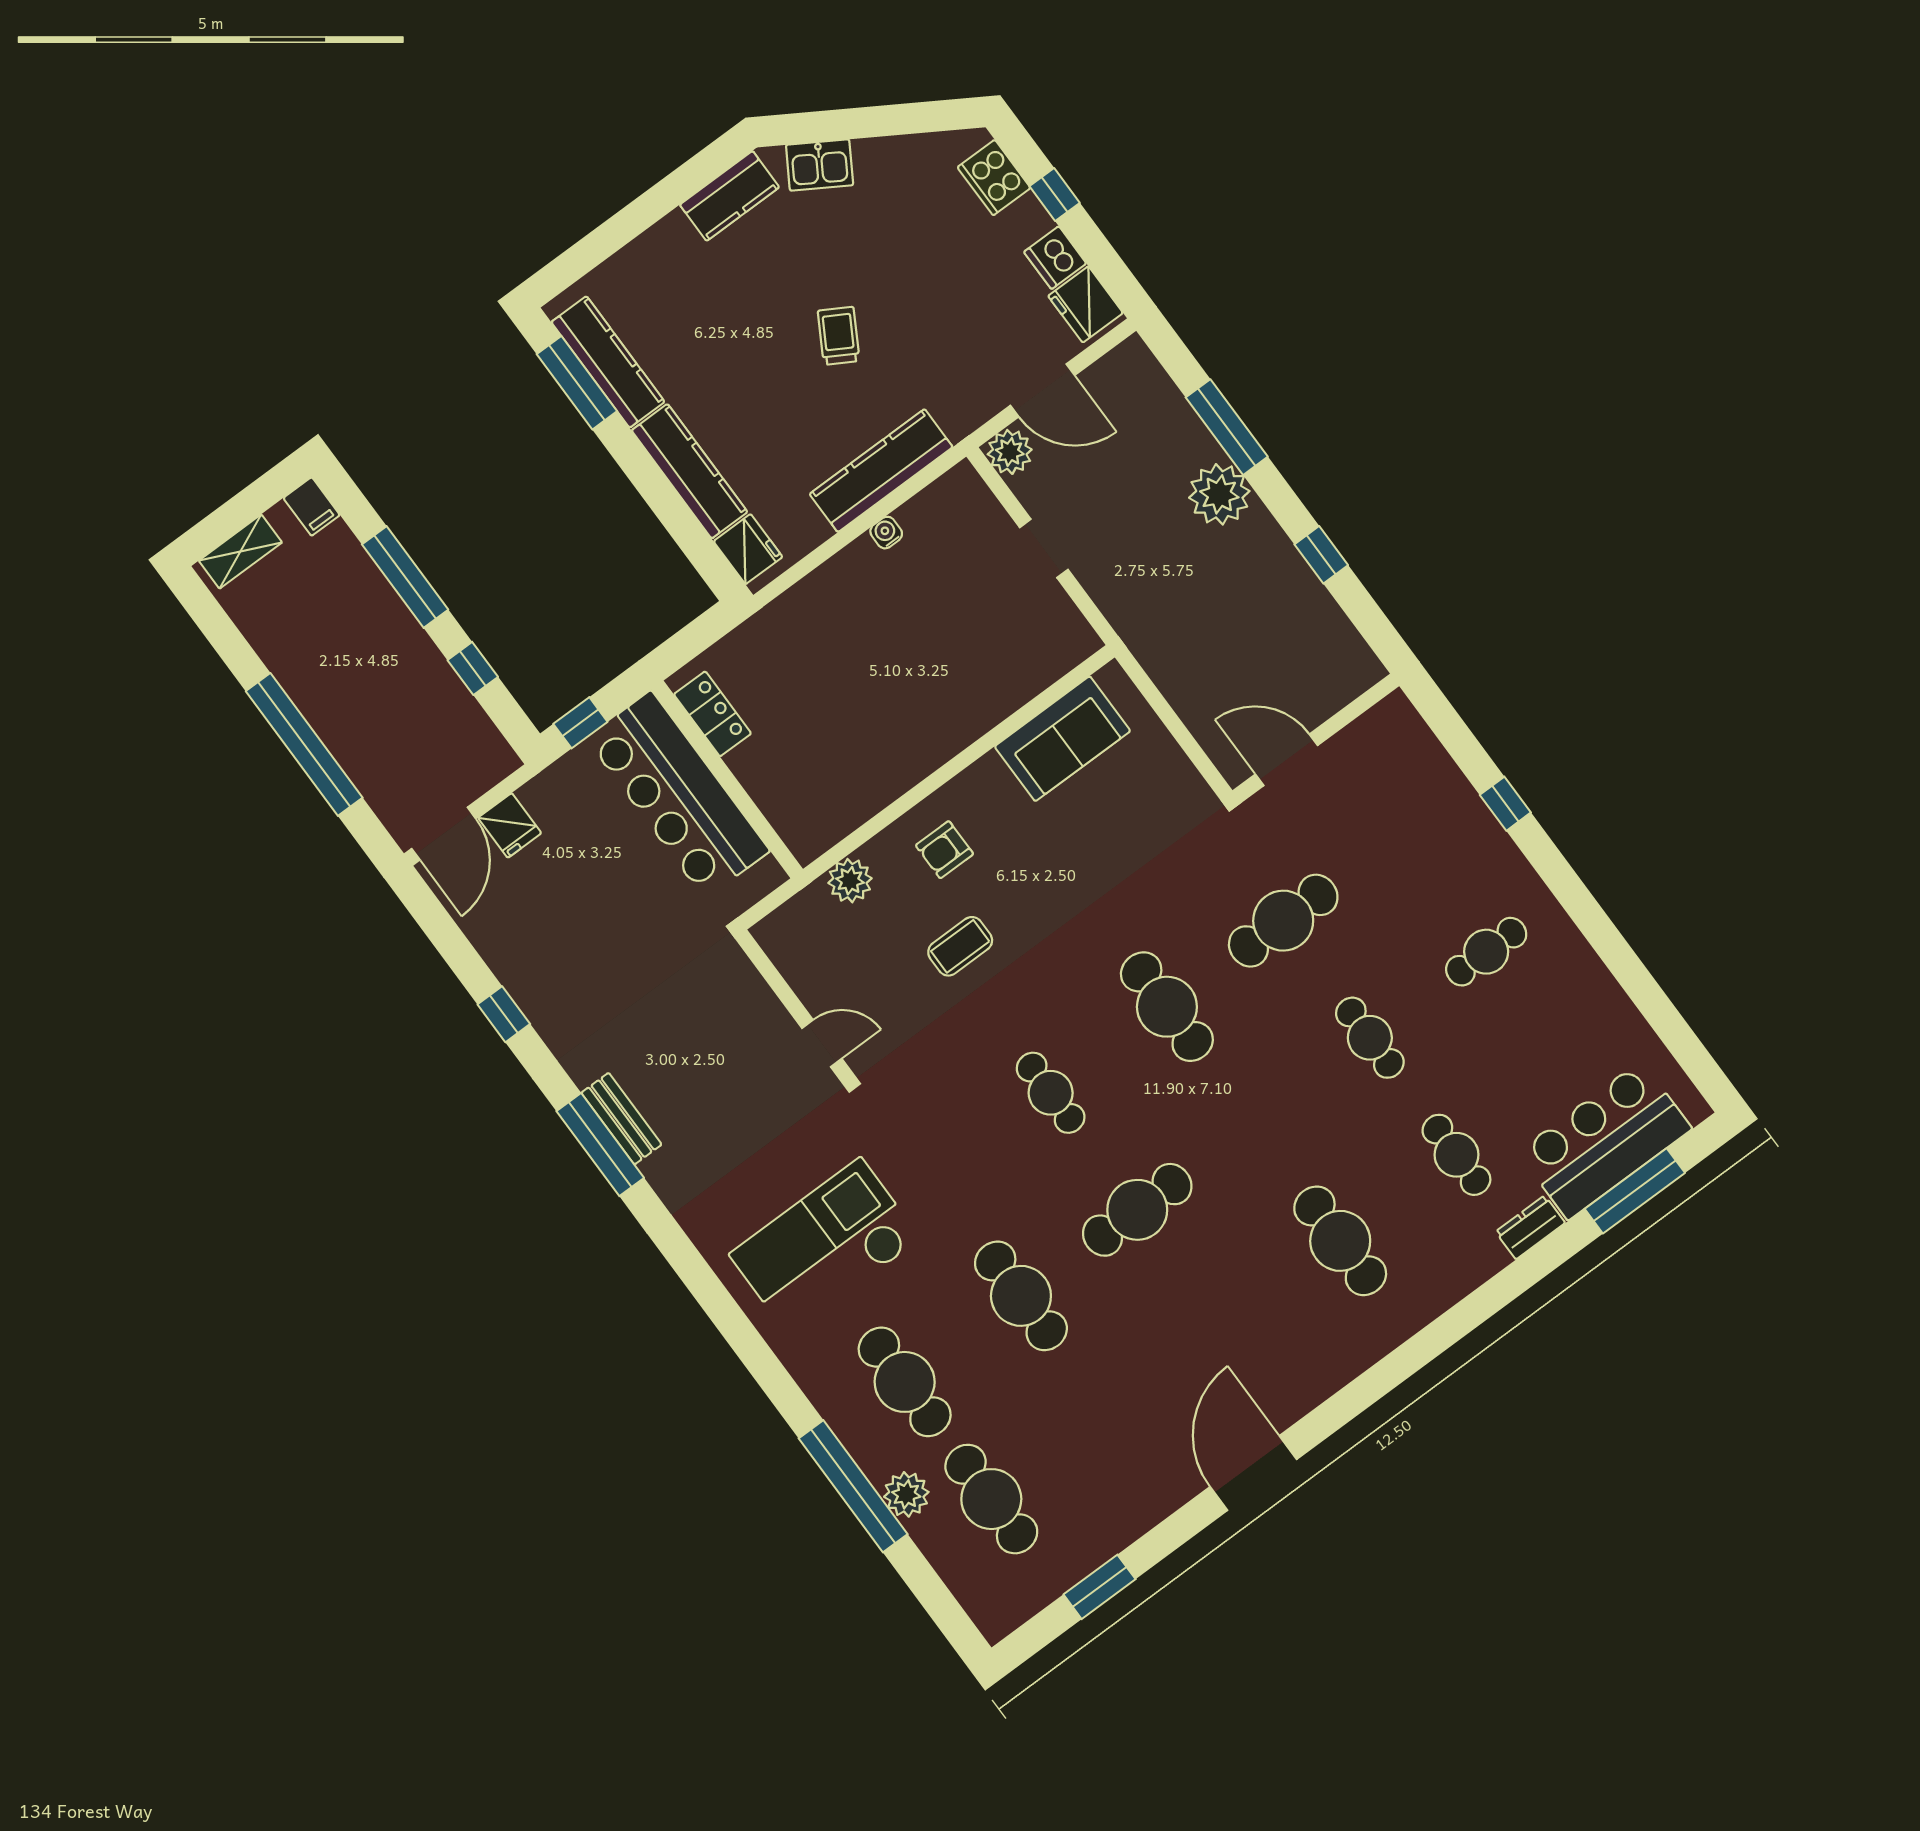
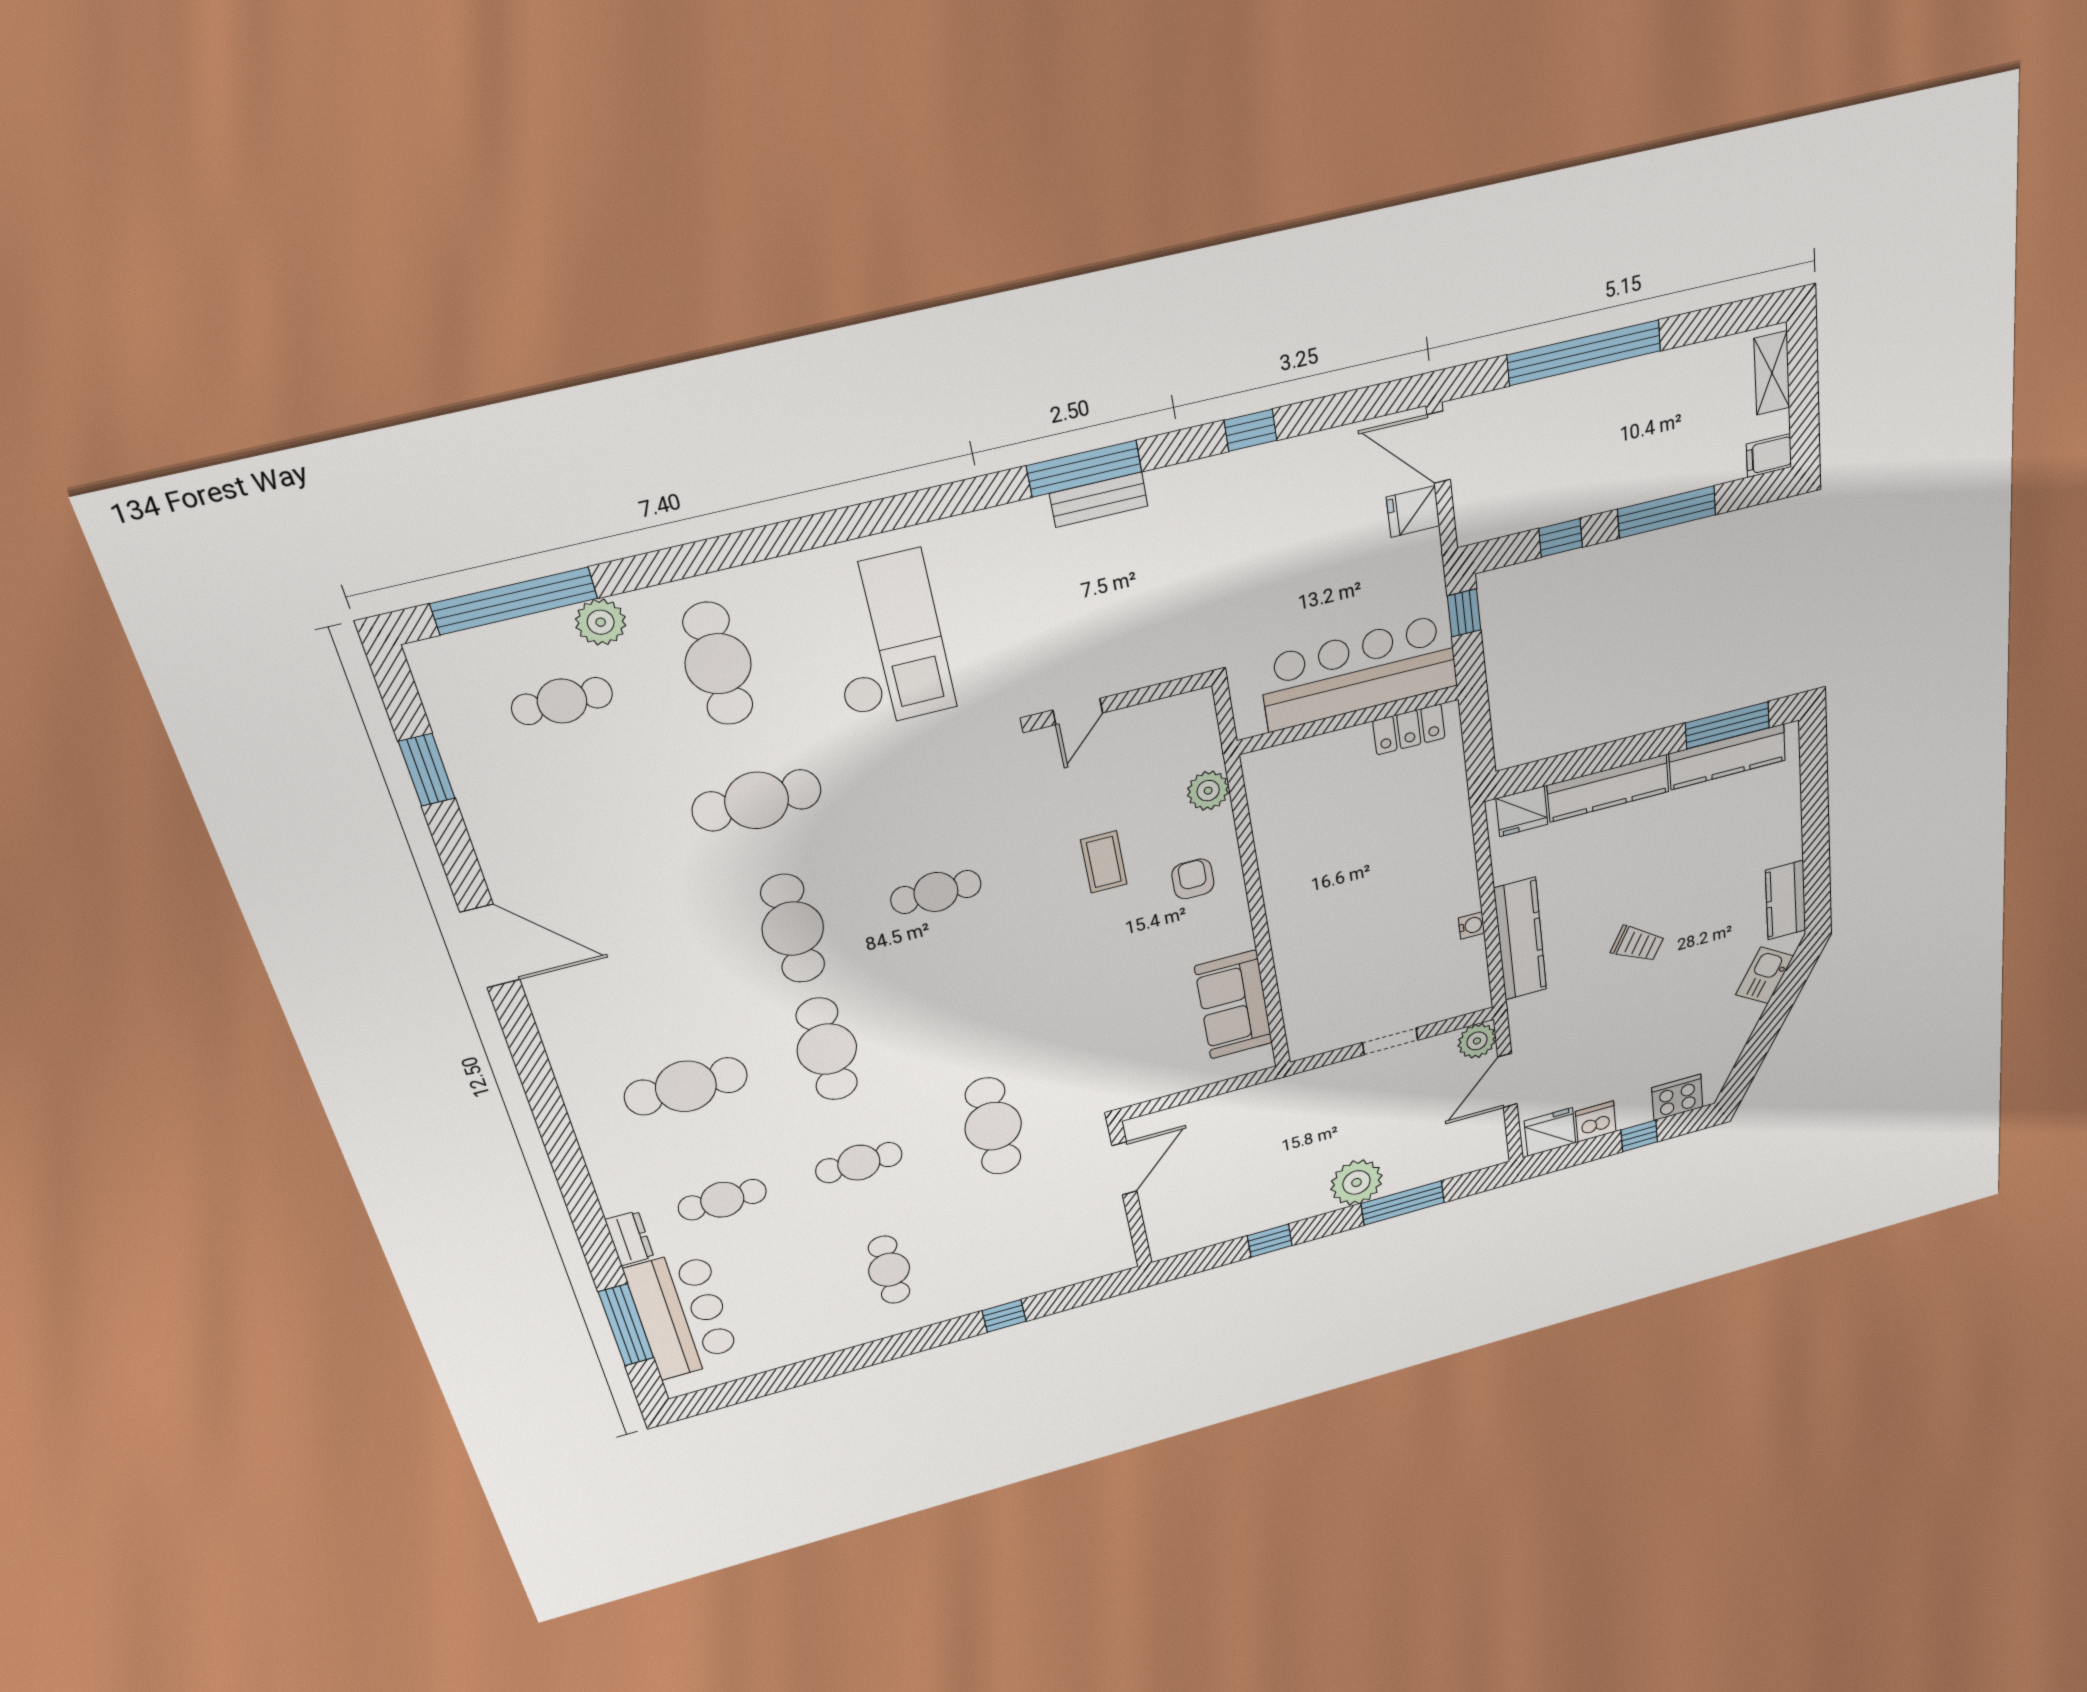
cafe table: (1167, 1007) -> (827, 1049), moved, turned 90
cafe table: (905, 1382) -> (718, 664), turned 90
window: (853, 1486) -> (514, 601), moved
cafe table: (991, 1499) -> (562, 701), width x0.73, depth x0.74

